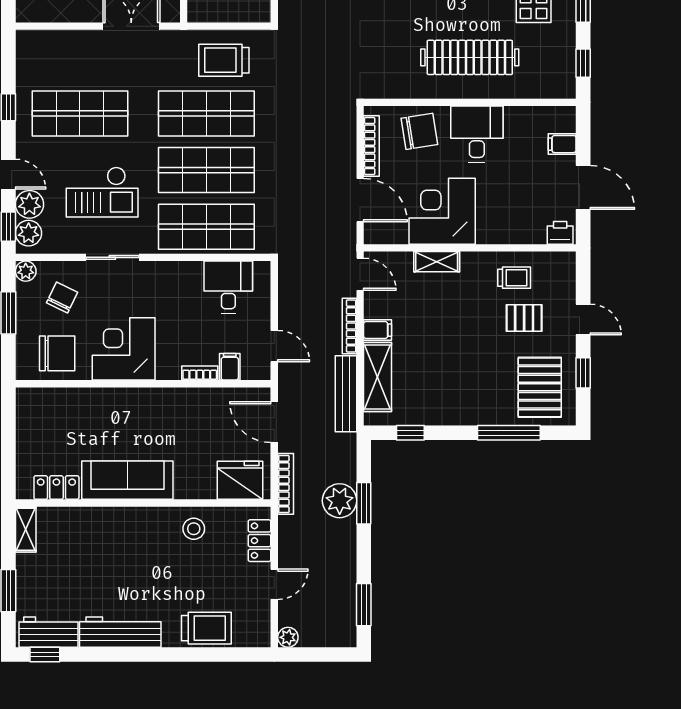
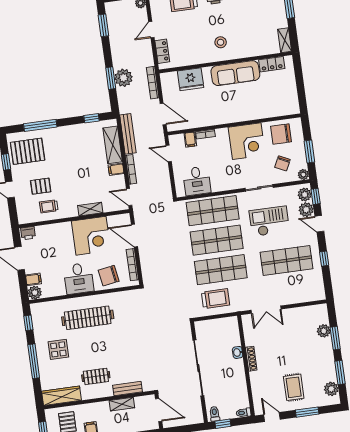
plant: (563, 119) -> (35, 293), added
pallet: (540, 387) -> (28, 151), turned 90
fridge: (240, 480) -> (191, 79), moved
stool: (194, 529) -> (221, 42), moved

